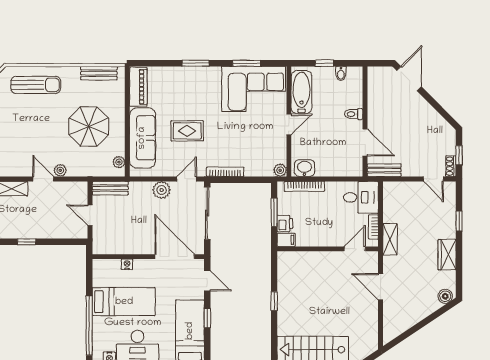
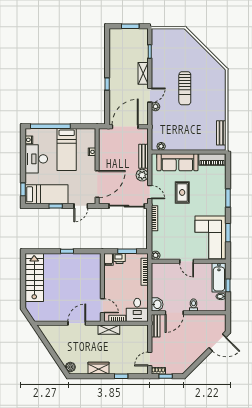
sun lounger: (36, 85) -> (185, 88), moved
bathtub: (301, 92) -> (219, 278), moved, turned 90
parasol: (89, 127) -> (185, 126), removed
washbasin: (305, 168) -> (157, 304), moved
bench: (110, 188) -> (143, 156), moved
door: (90, 215) -> (125, 127), width x1.88

